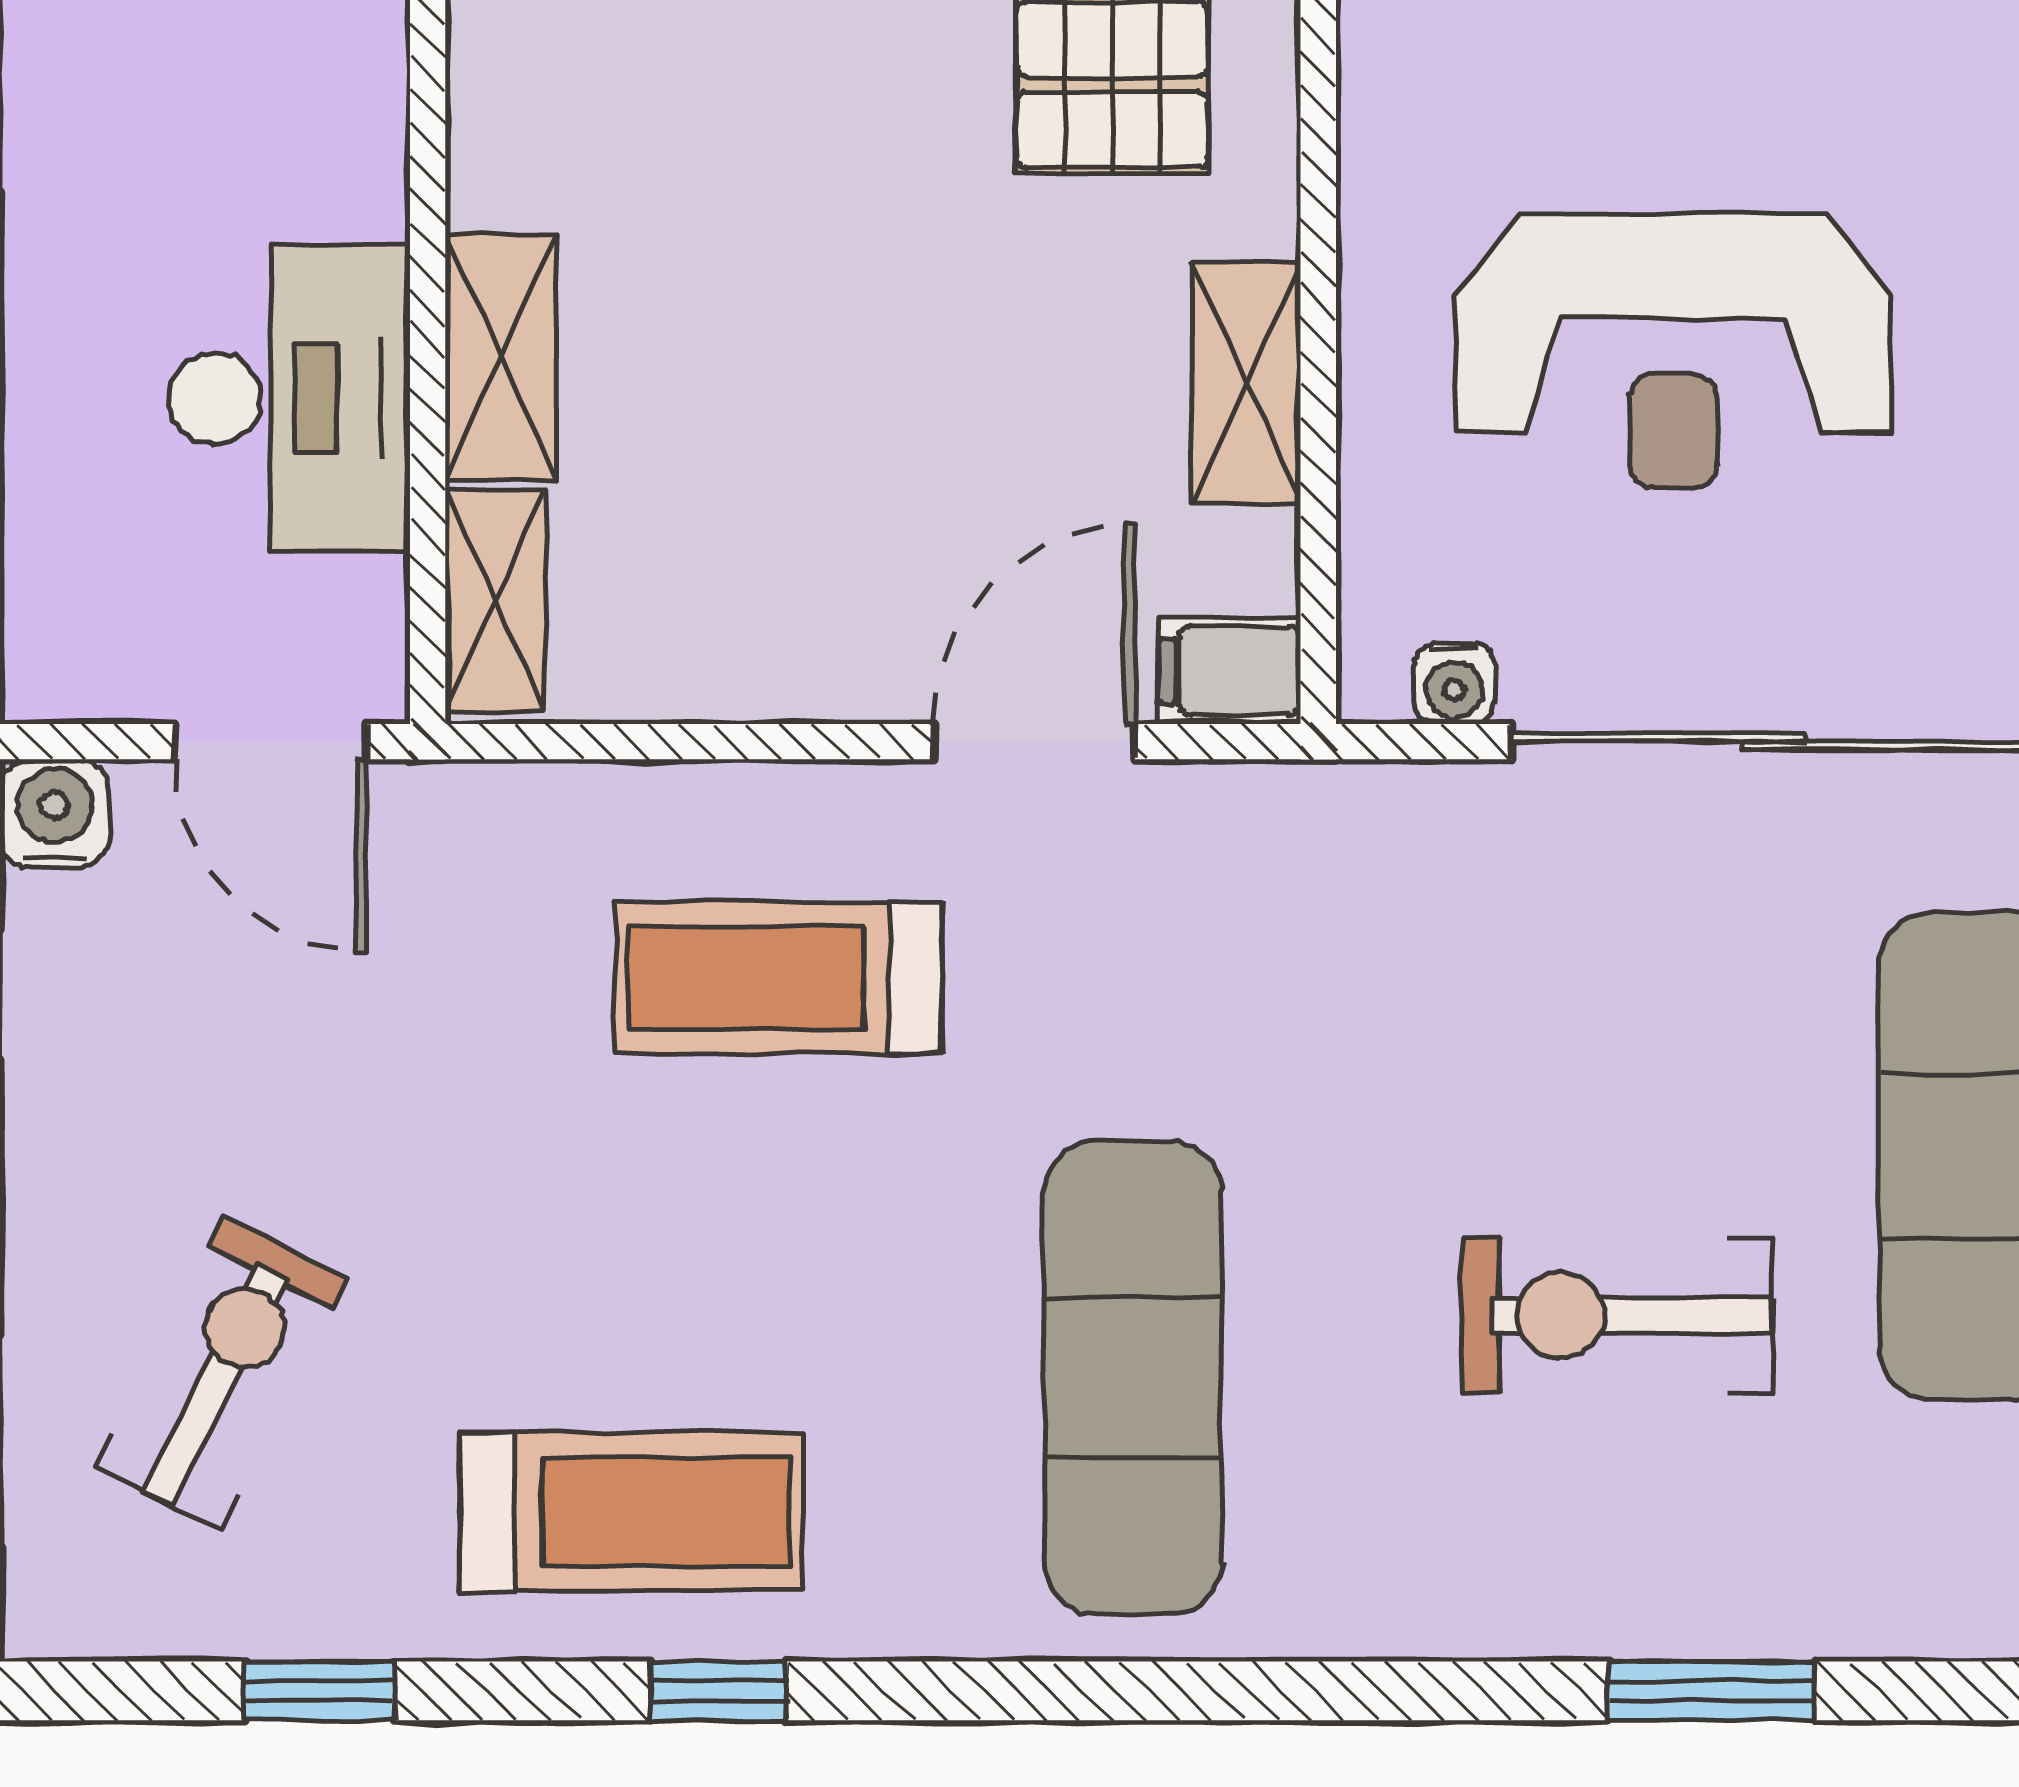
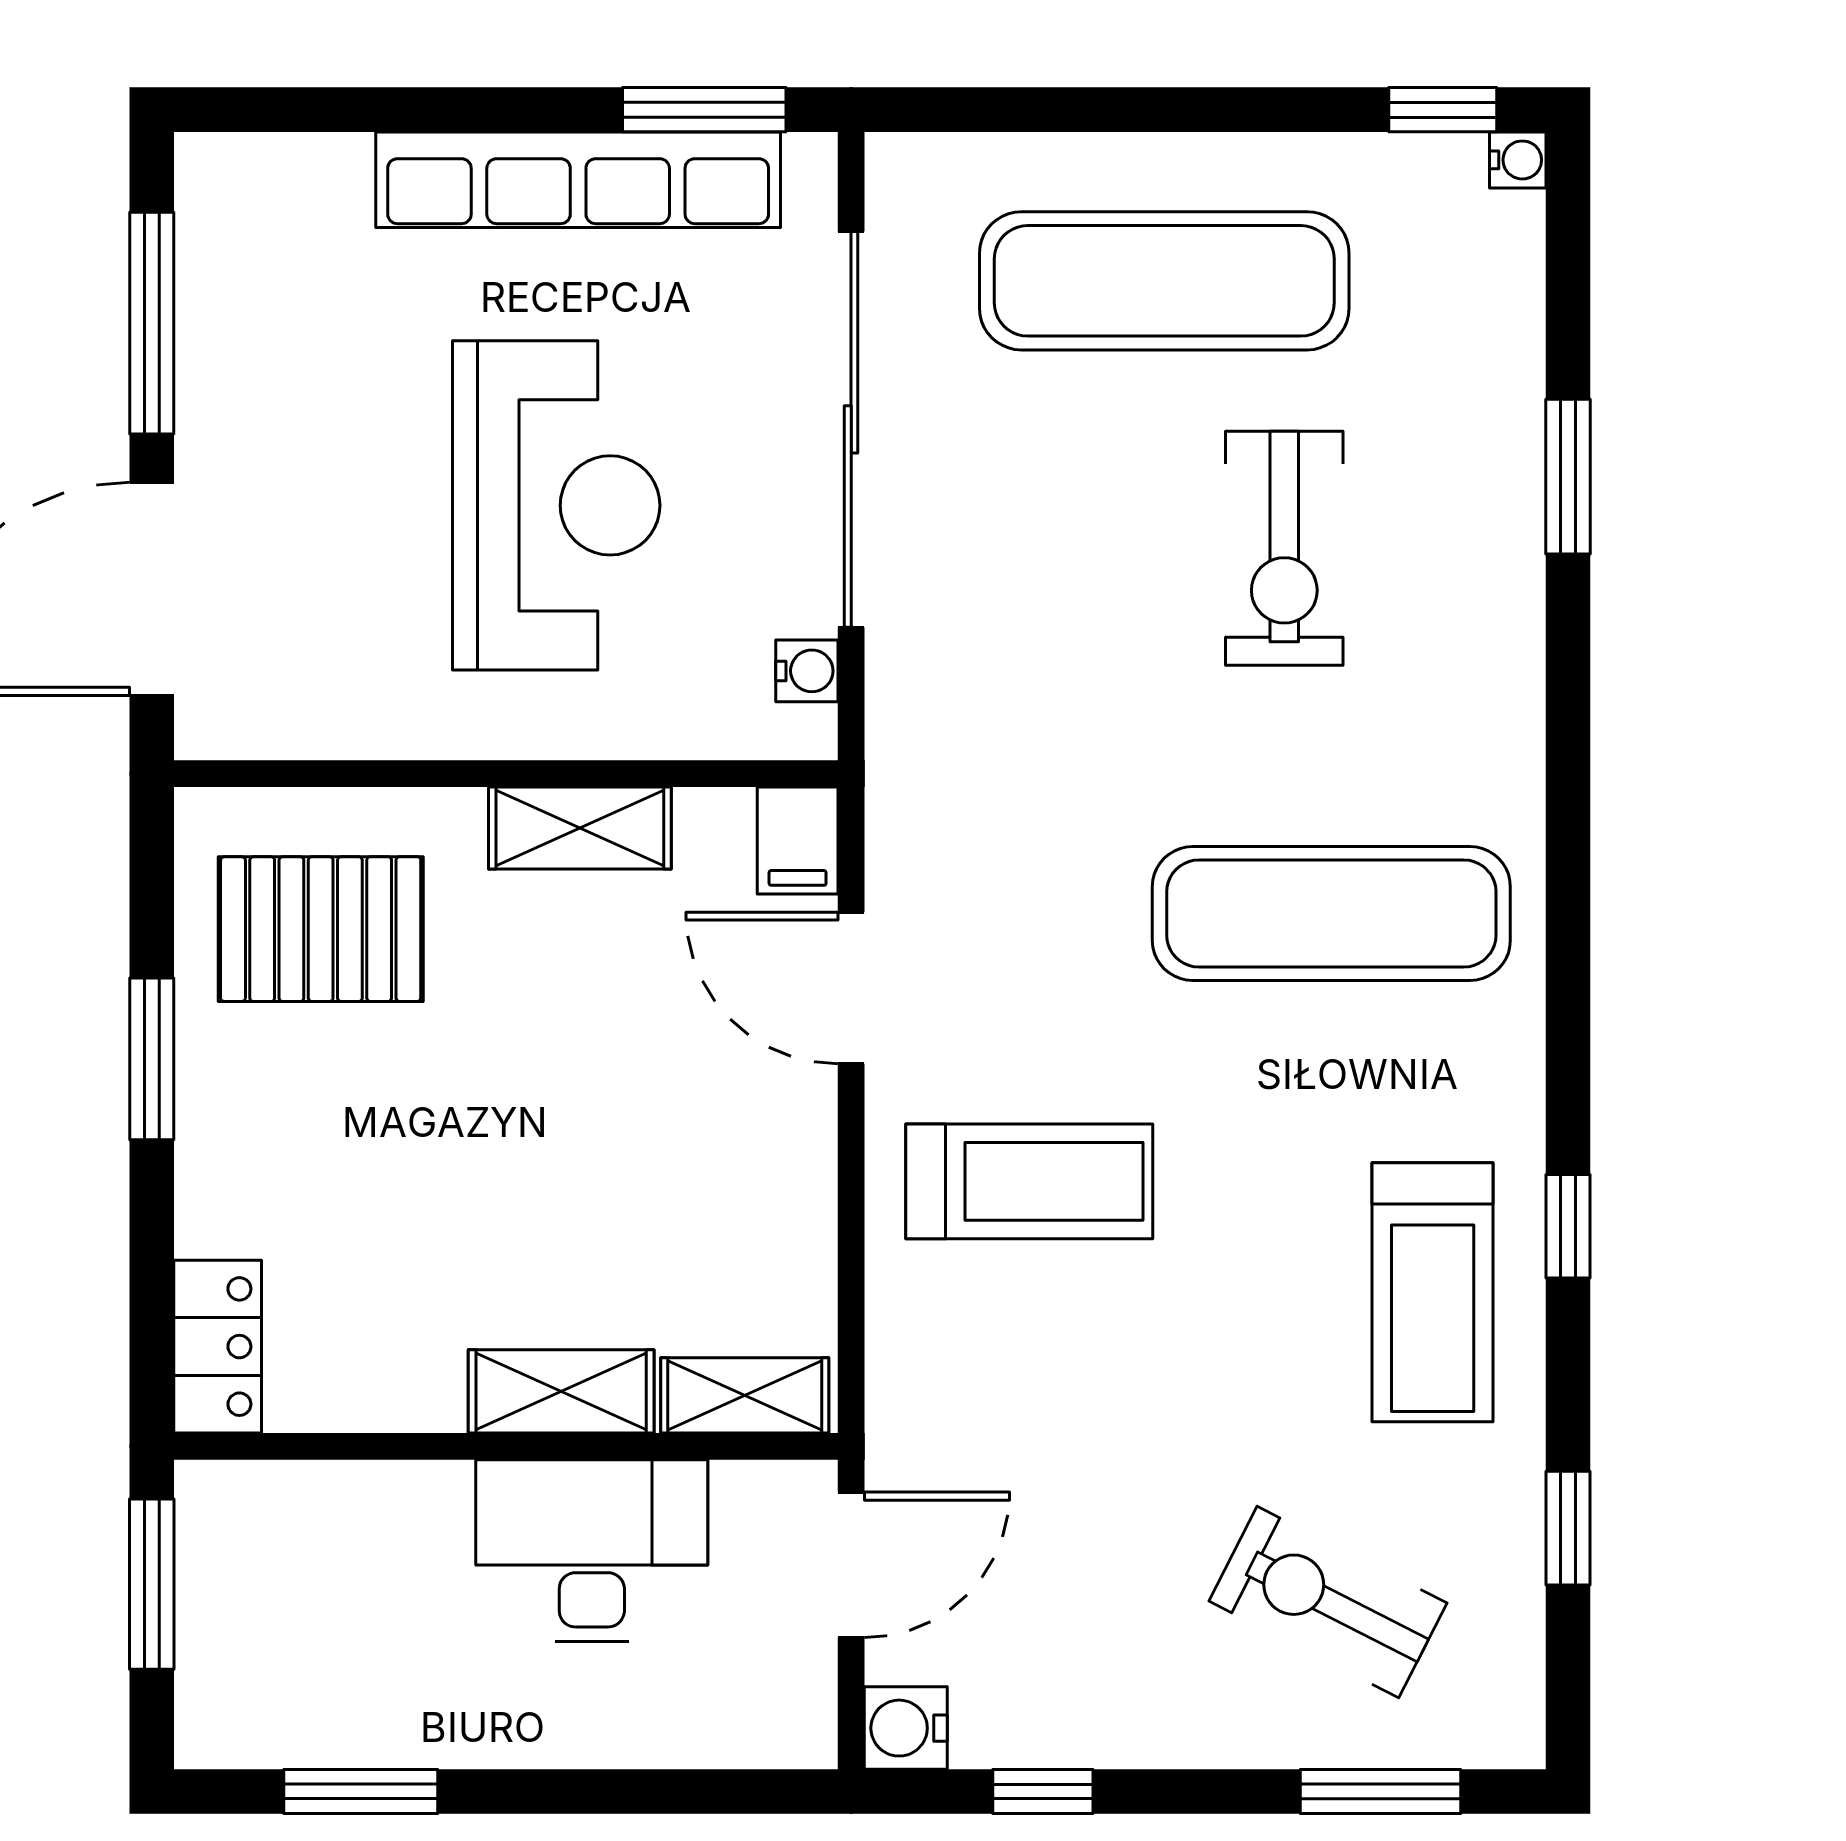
treadmill: (778, 978) -> (1029, 1181), turned -90
treadmill: (632, 1511) -> (1433, 1292), turned 180

